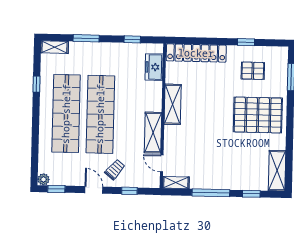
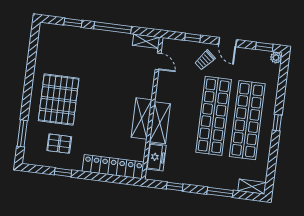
window: (36, 84) -> (277, 123), moved
pallet: (258, 115) -> (59, 100), turned 90
shelving: (153, 133) -> (160, 123), moved
shelving: (277, 171) -> (45, 43), removed

